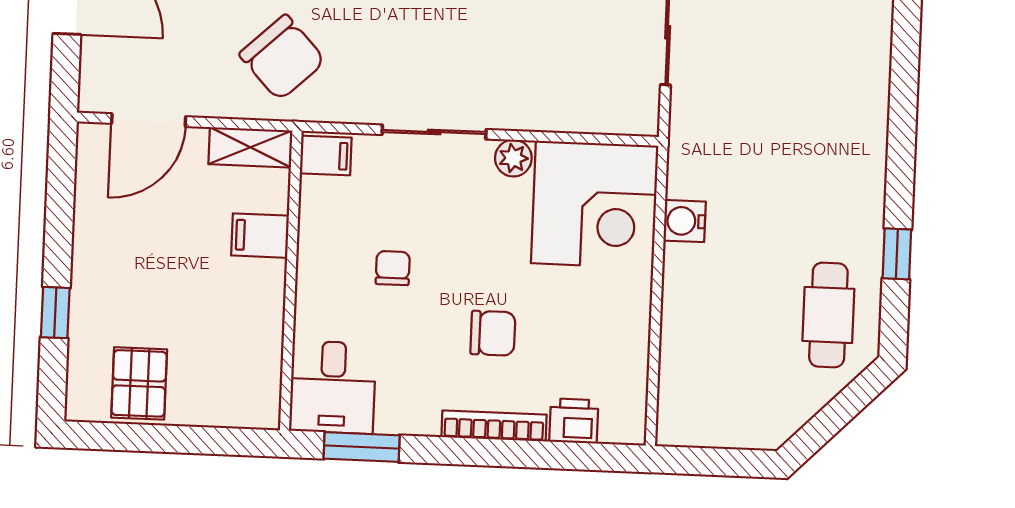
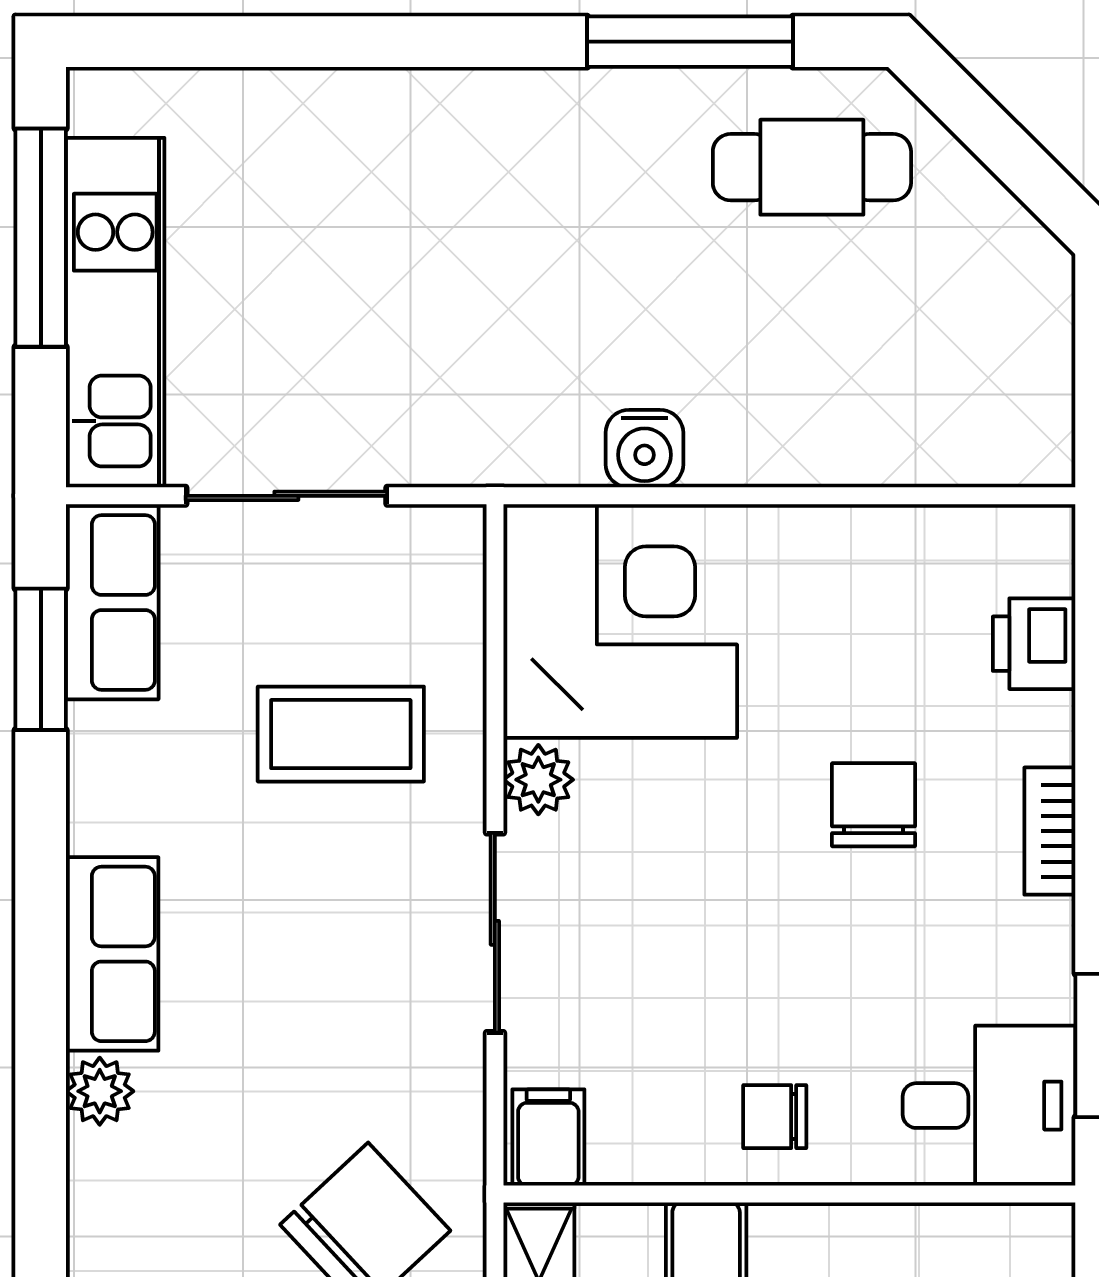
coffee table: (542, 56) -> (341, 734), added
window: (897, 254) -> (690, 42), width x2.17
chair: (393, 268) -> (775, 1117), moved
bookcase: (494, 426) -> (1050, 831), width x0.64

